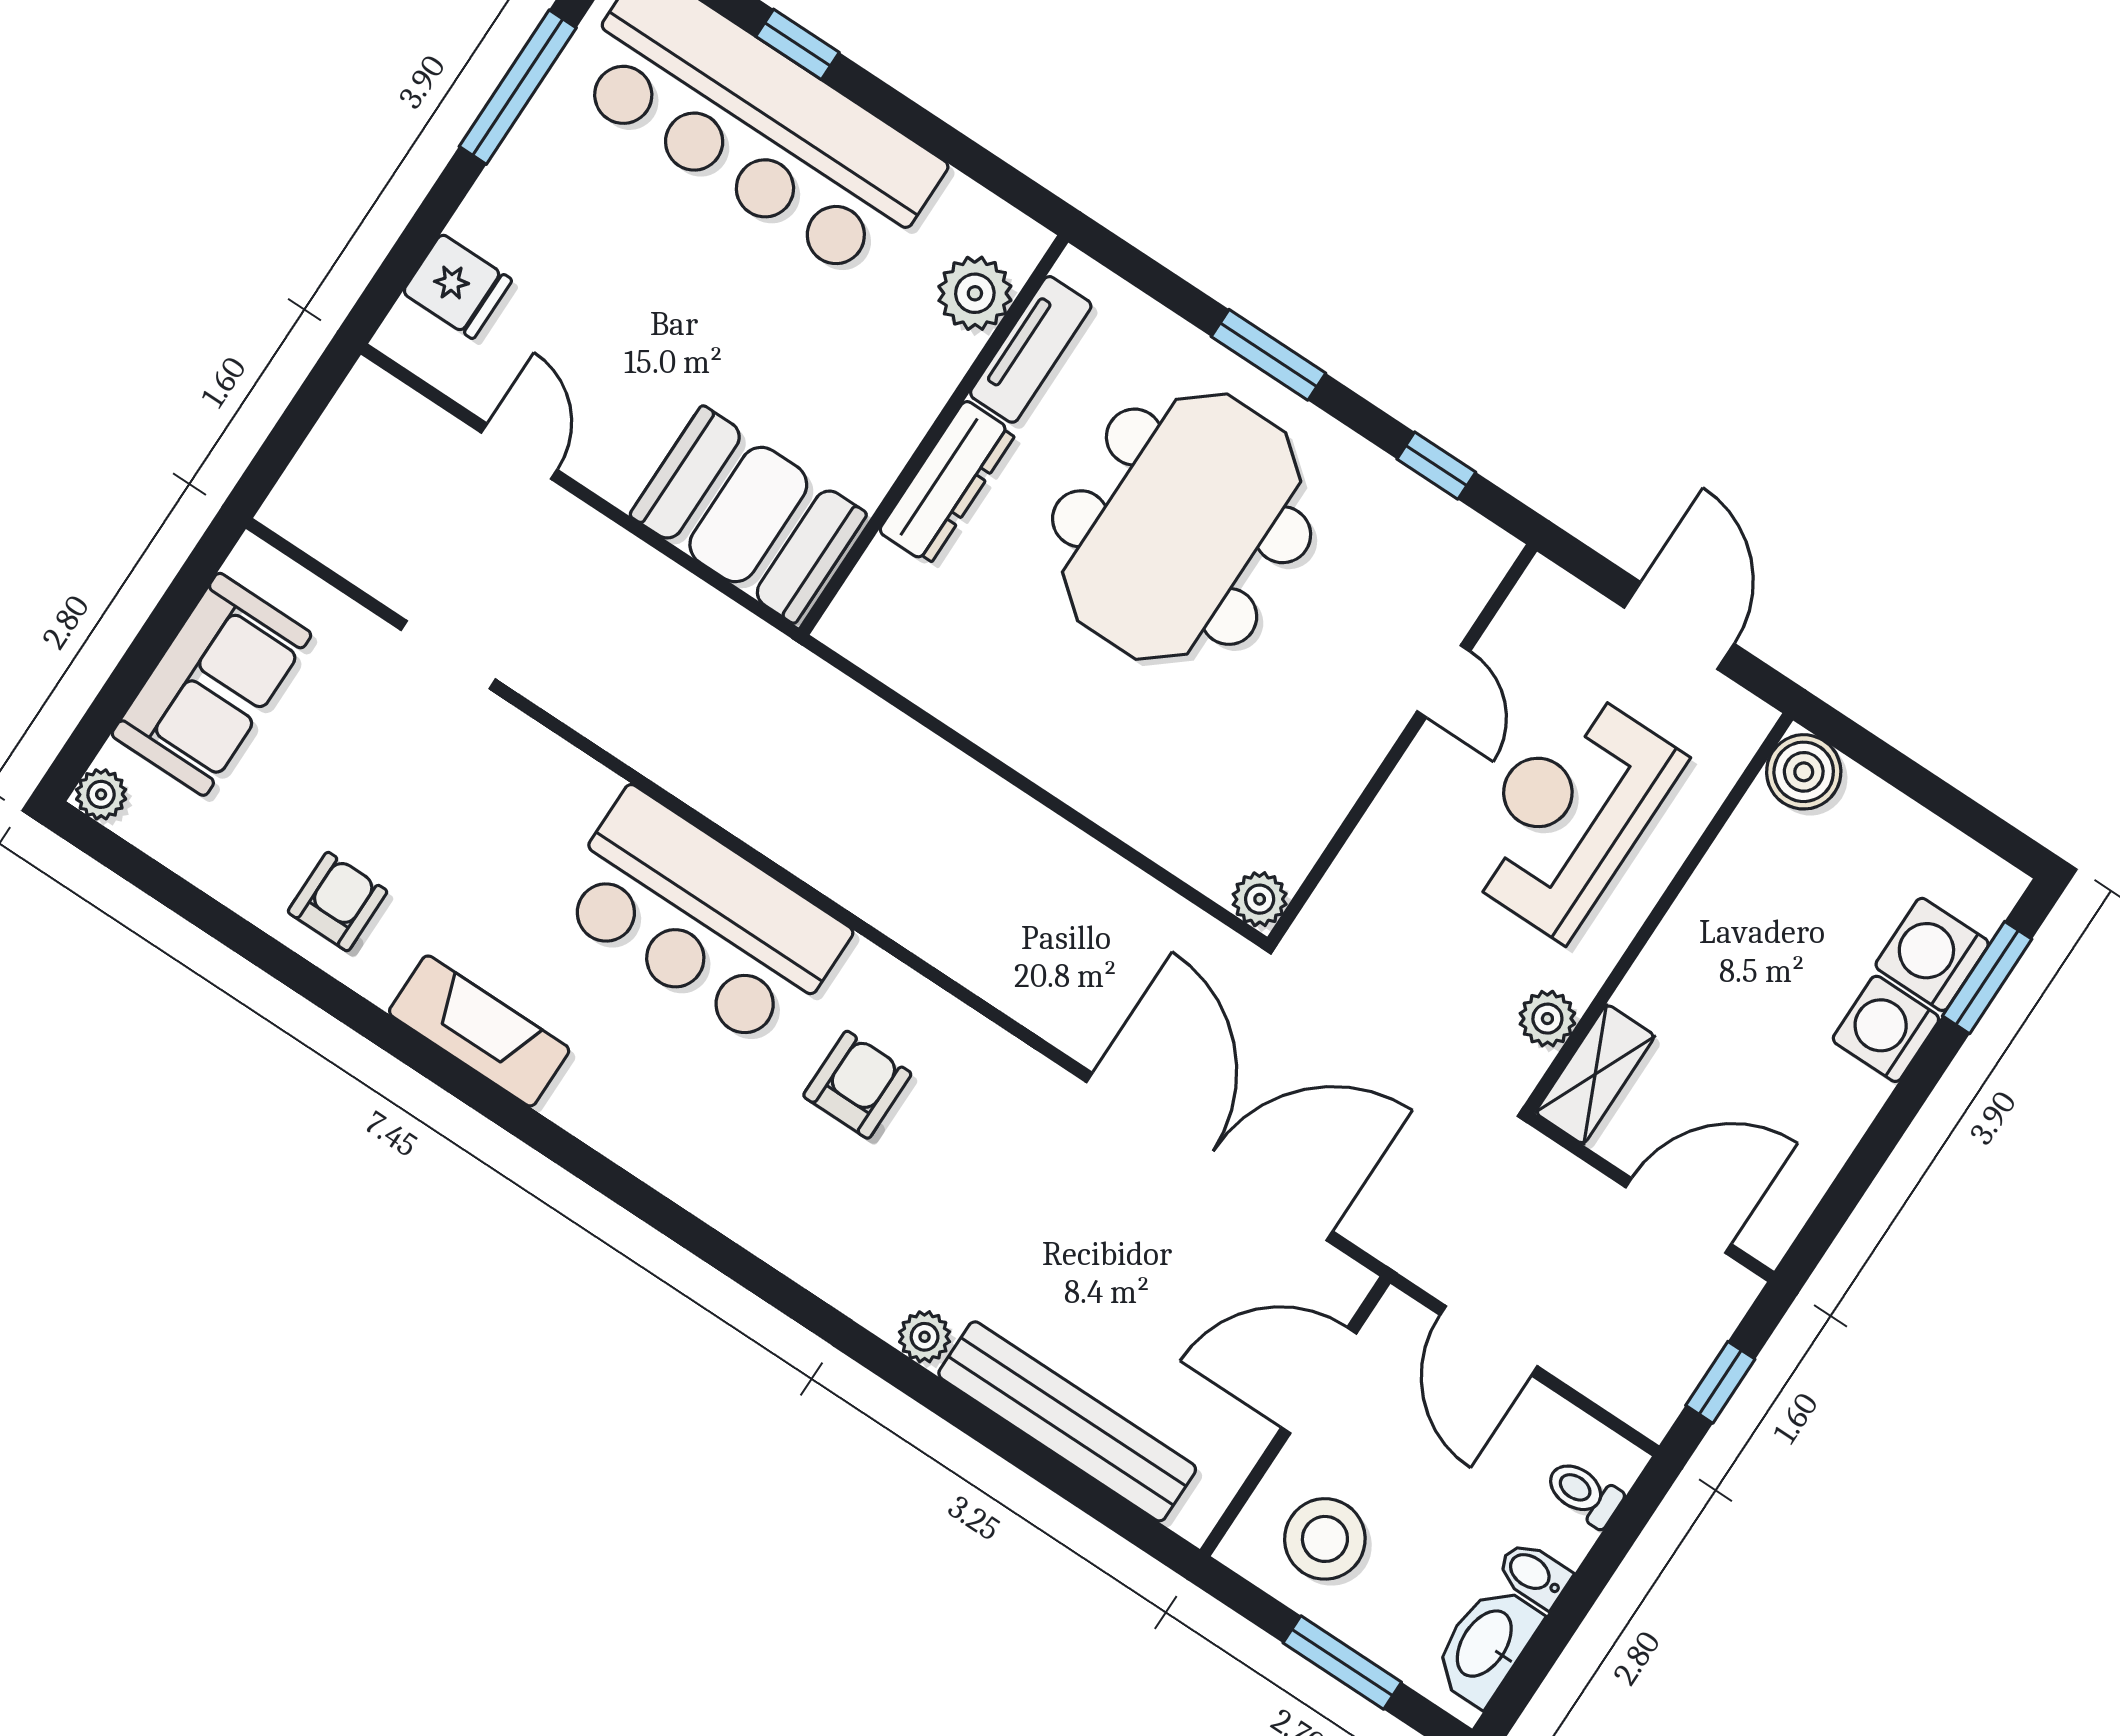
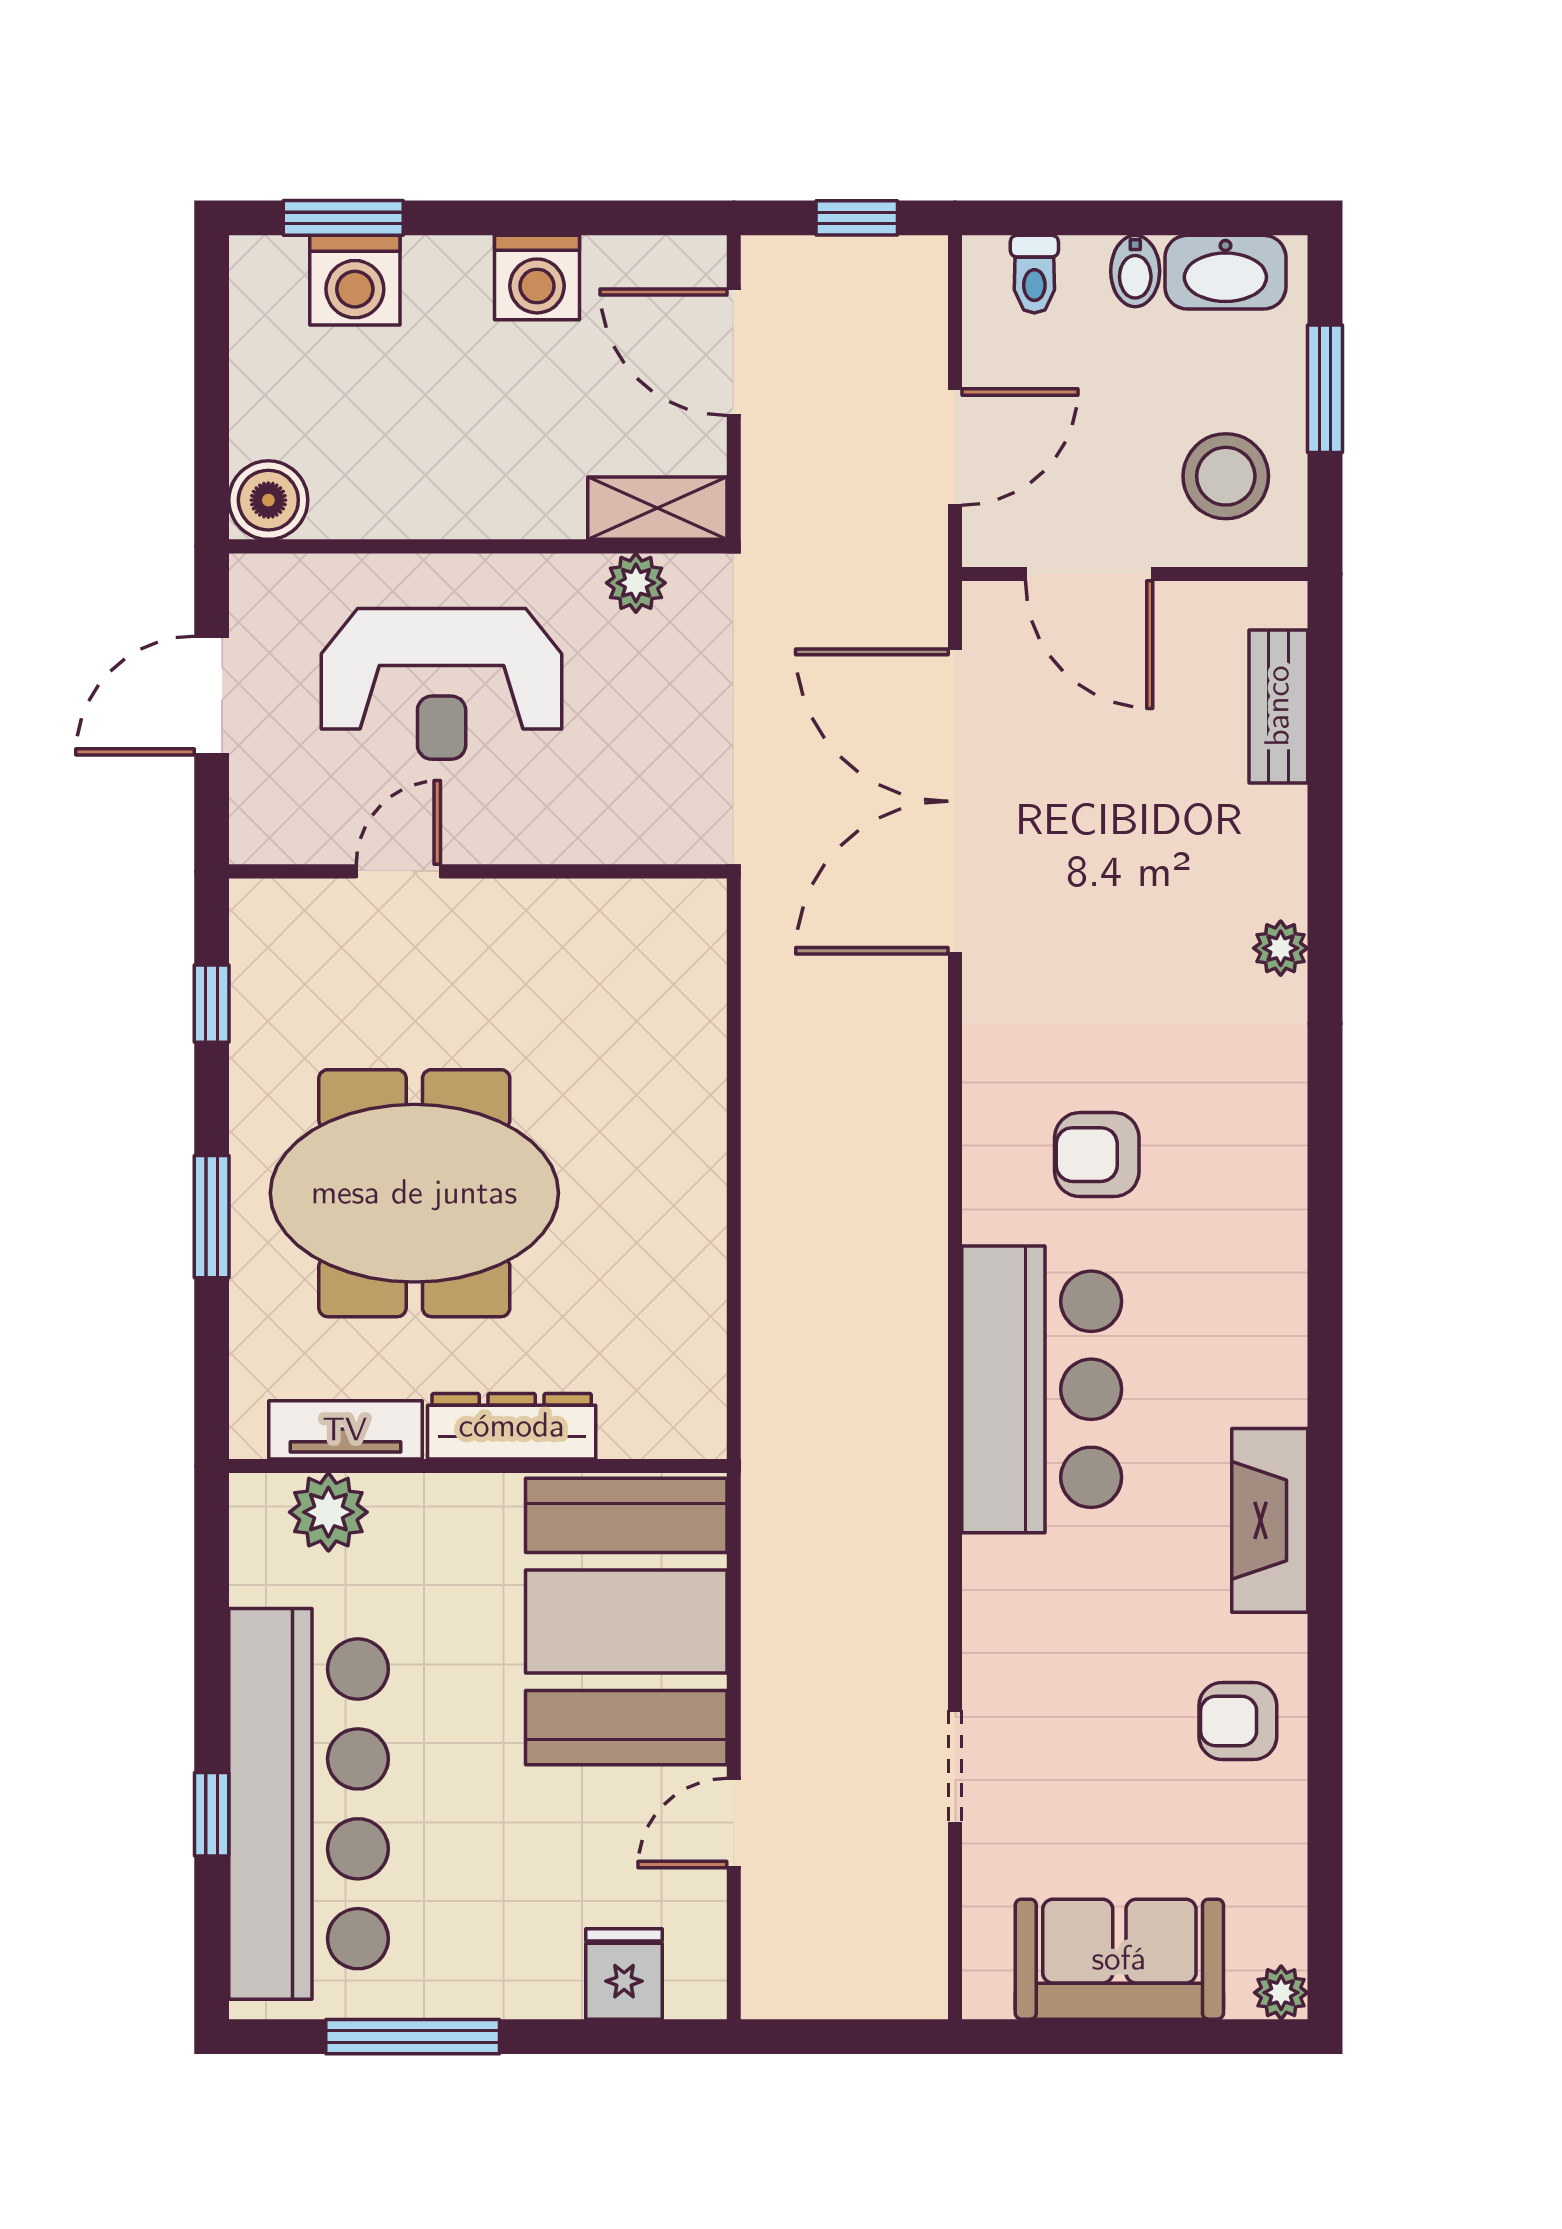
booth: (748, 515) -> (626, 1621), width x1.36, depth x1.42
plant: (1260, 899) -> (698, 907), removed
washing machine: (1886, 1029) -> (537, 278), moved
bench: (1067, 1421) -> (1278, 706), width x0.54, depth x0.82

